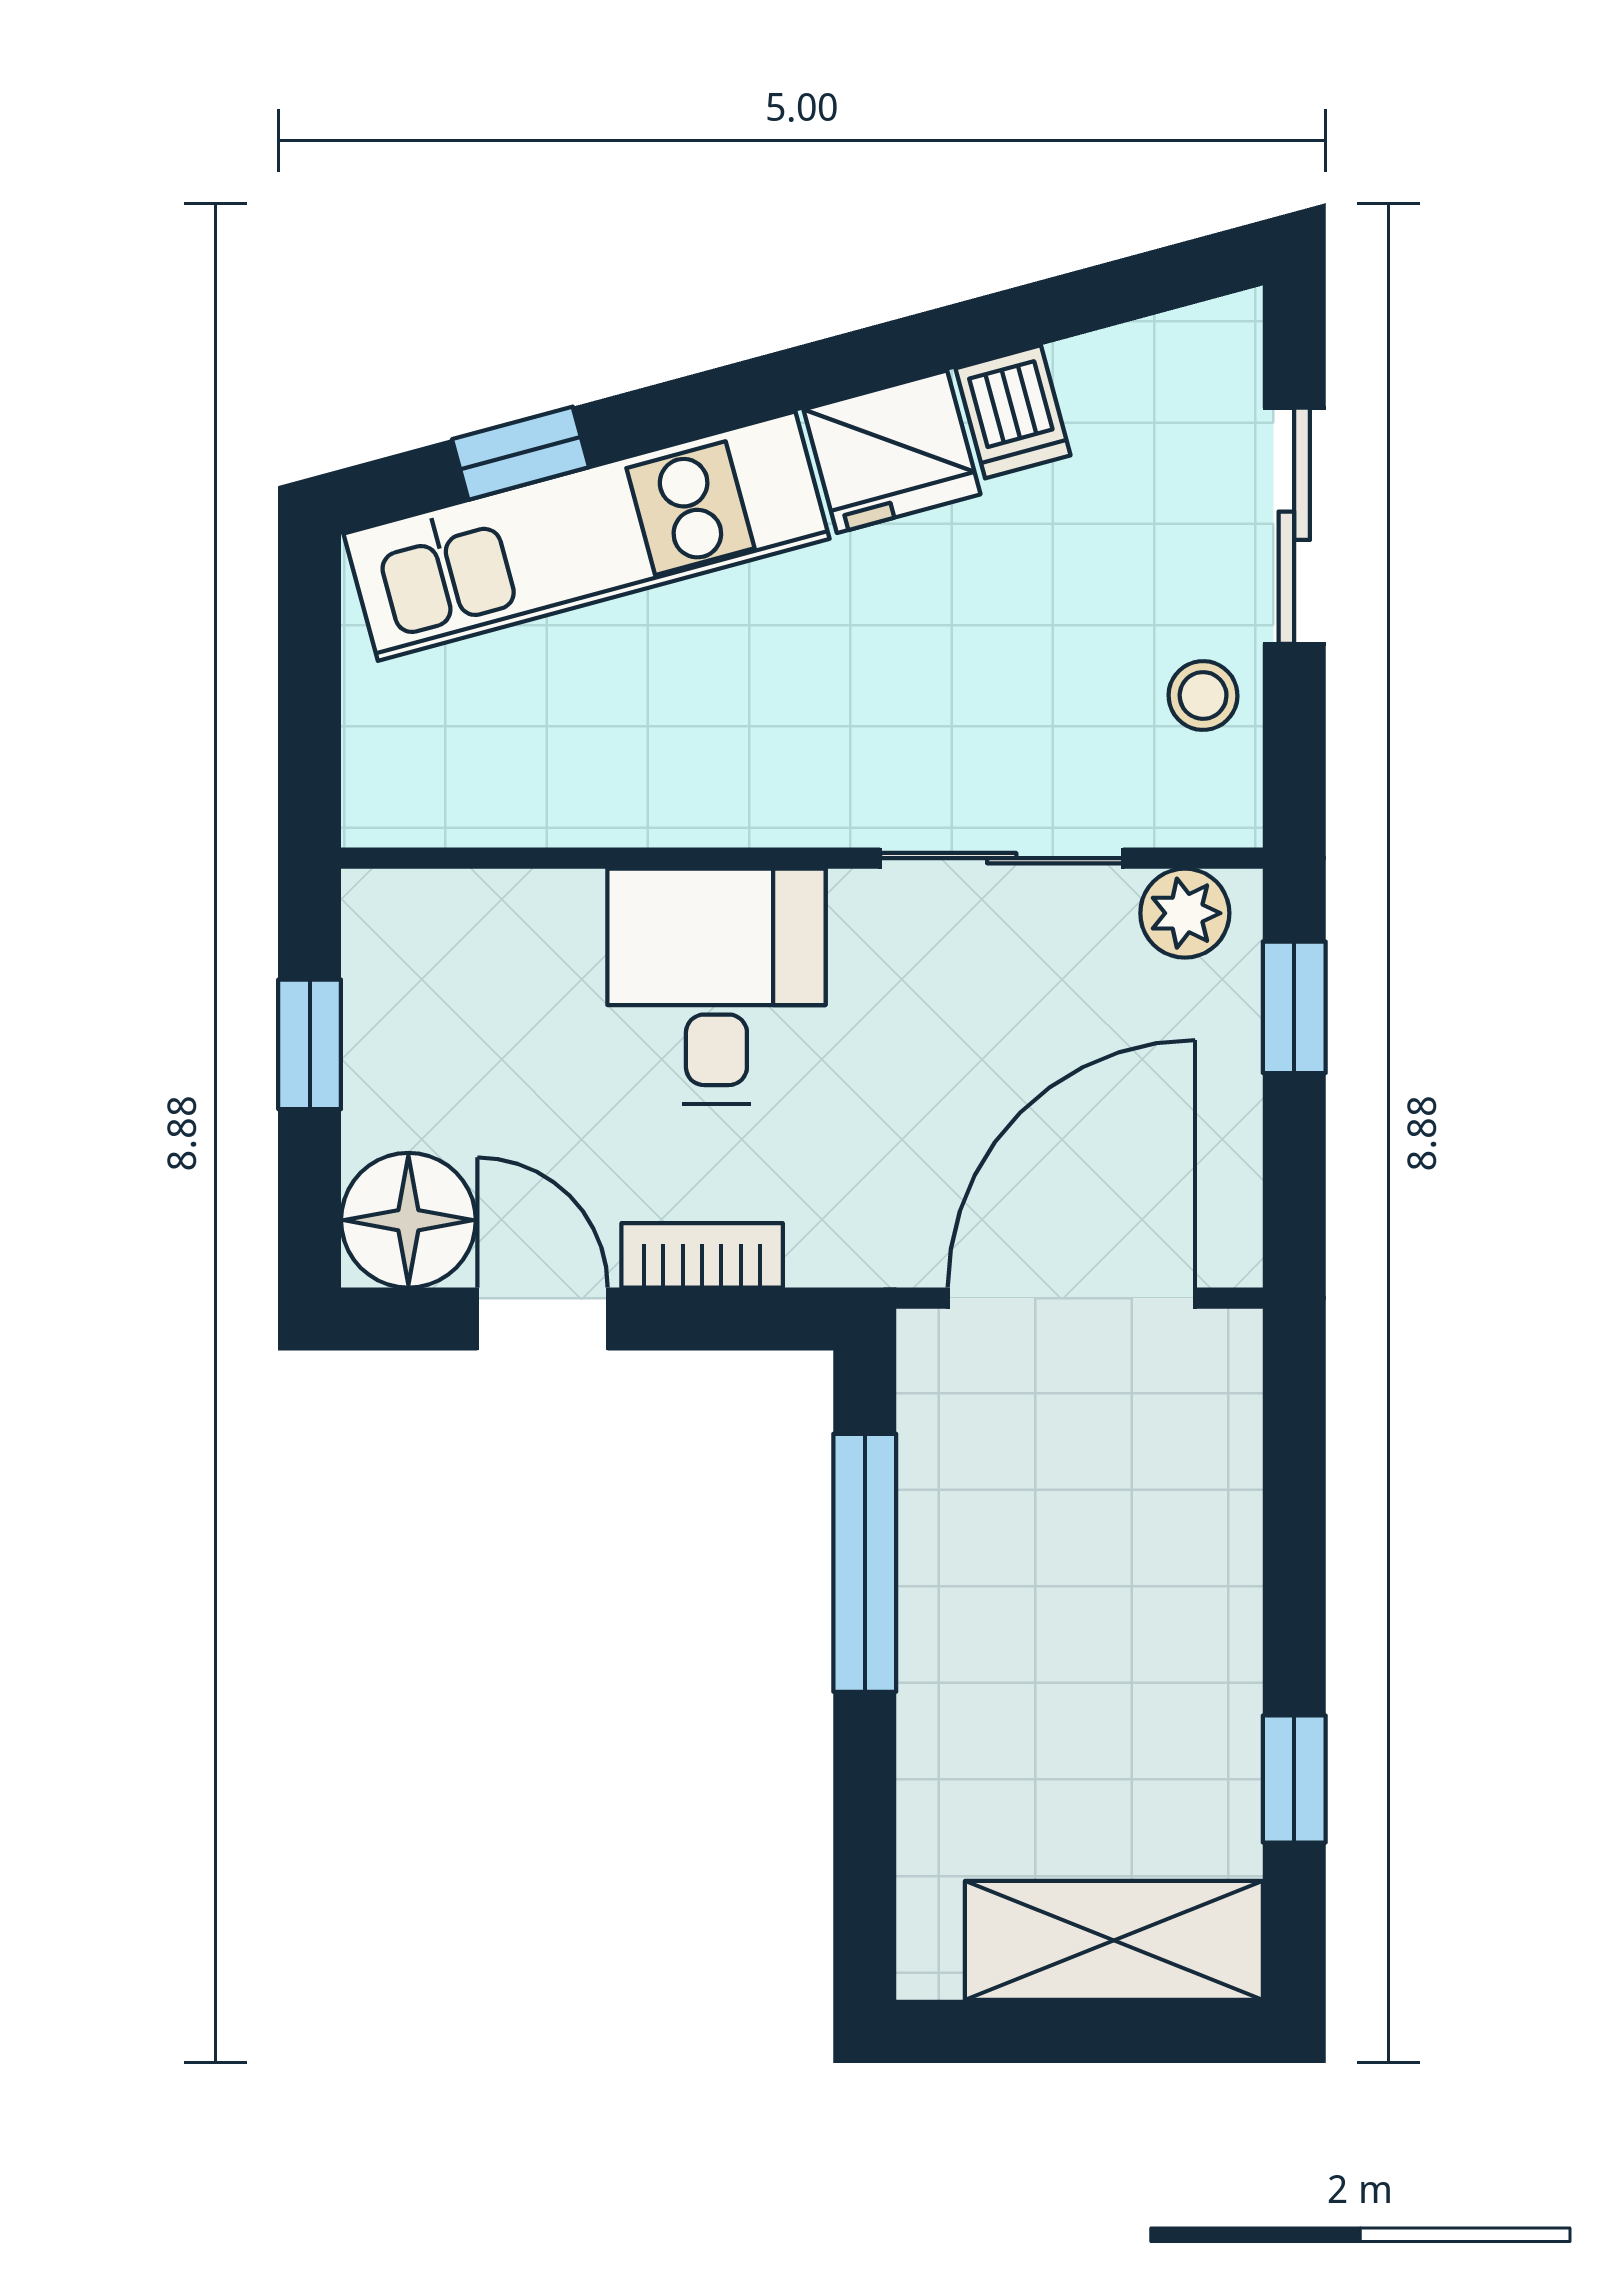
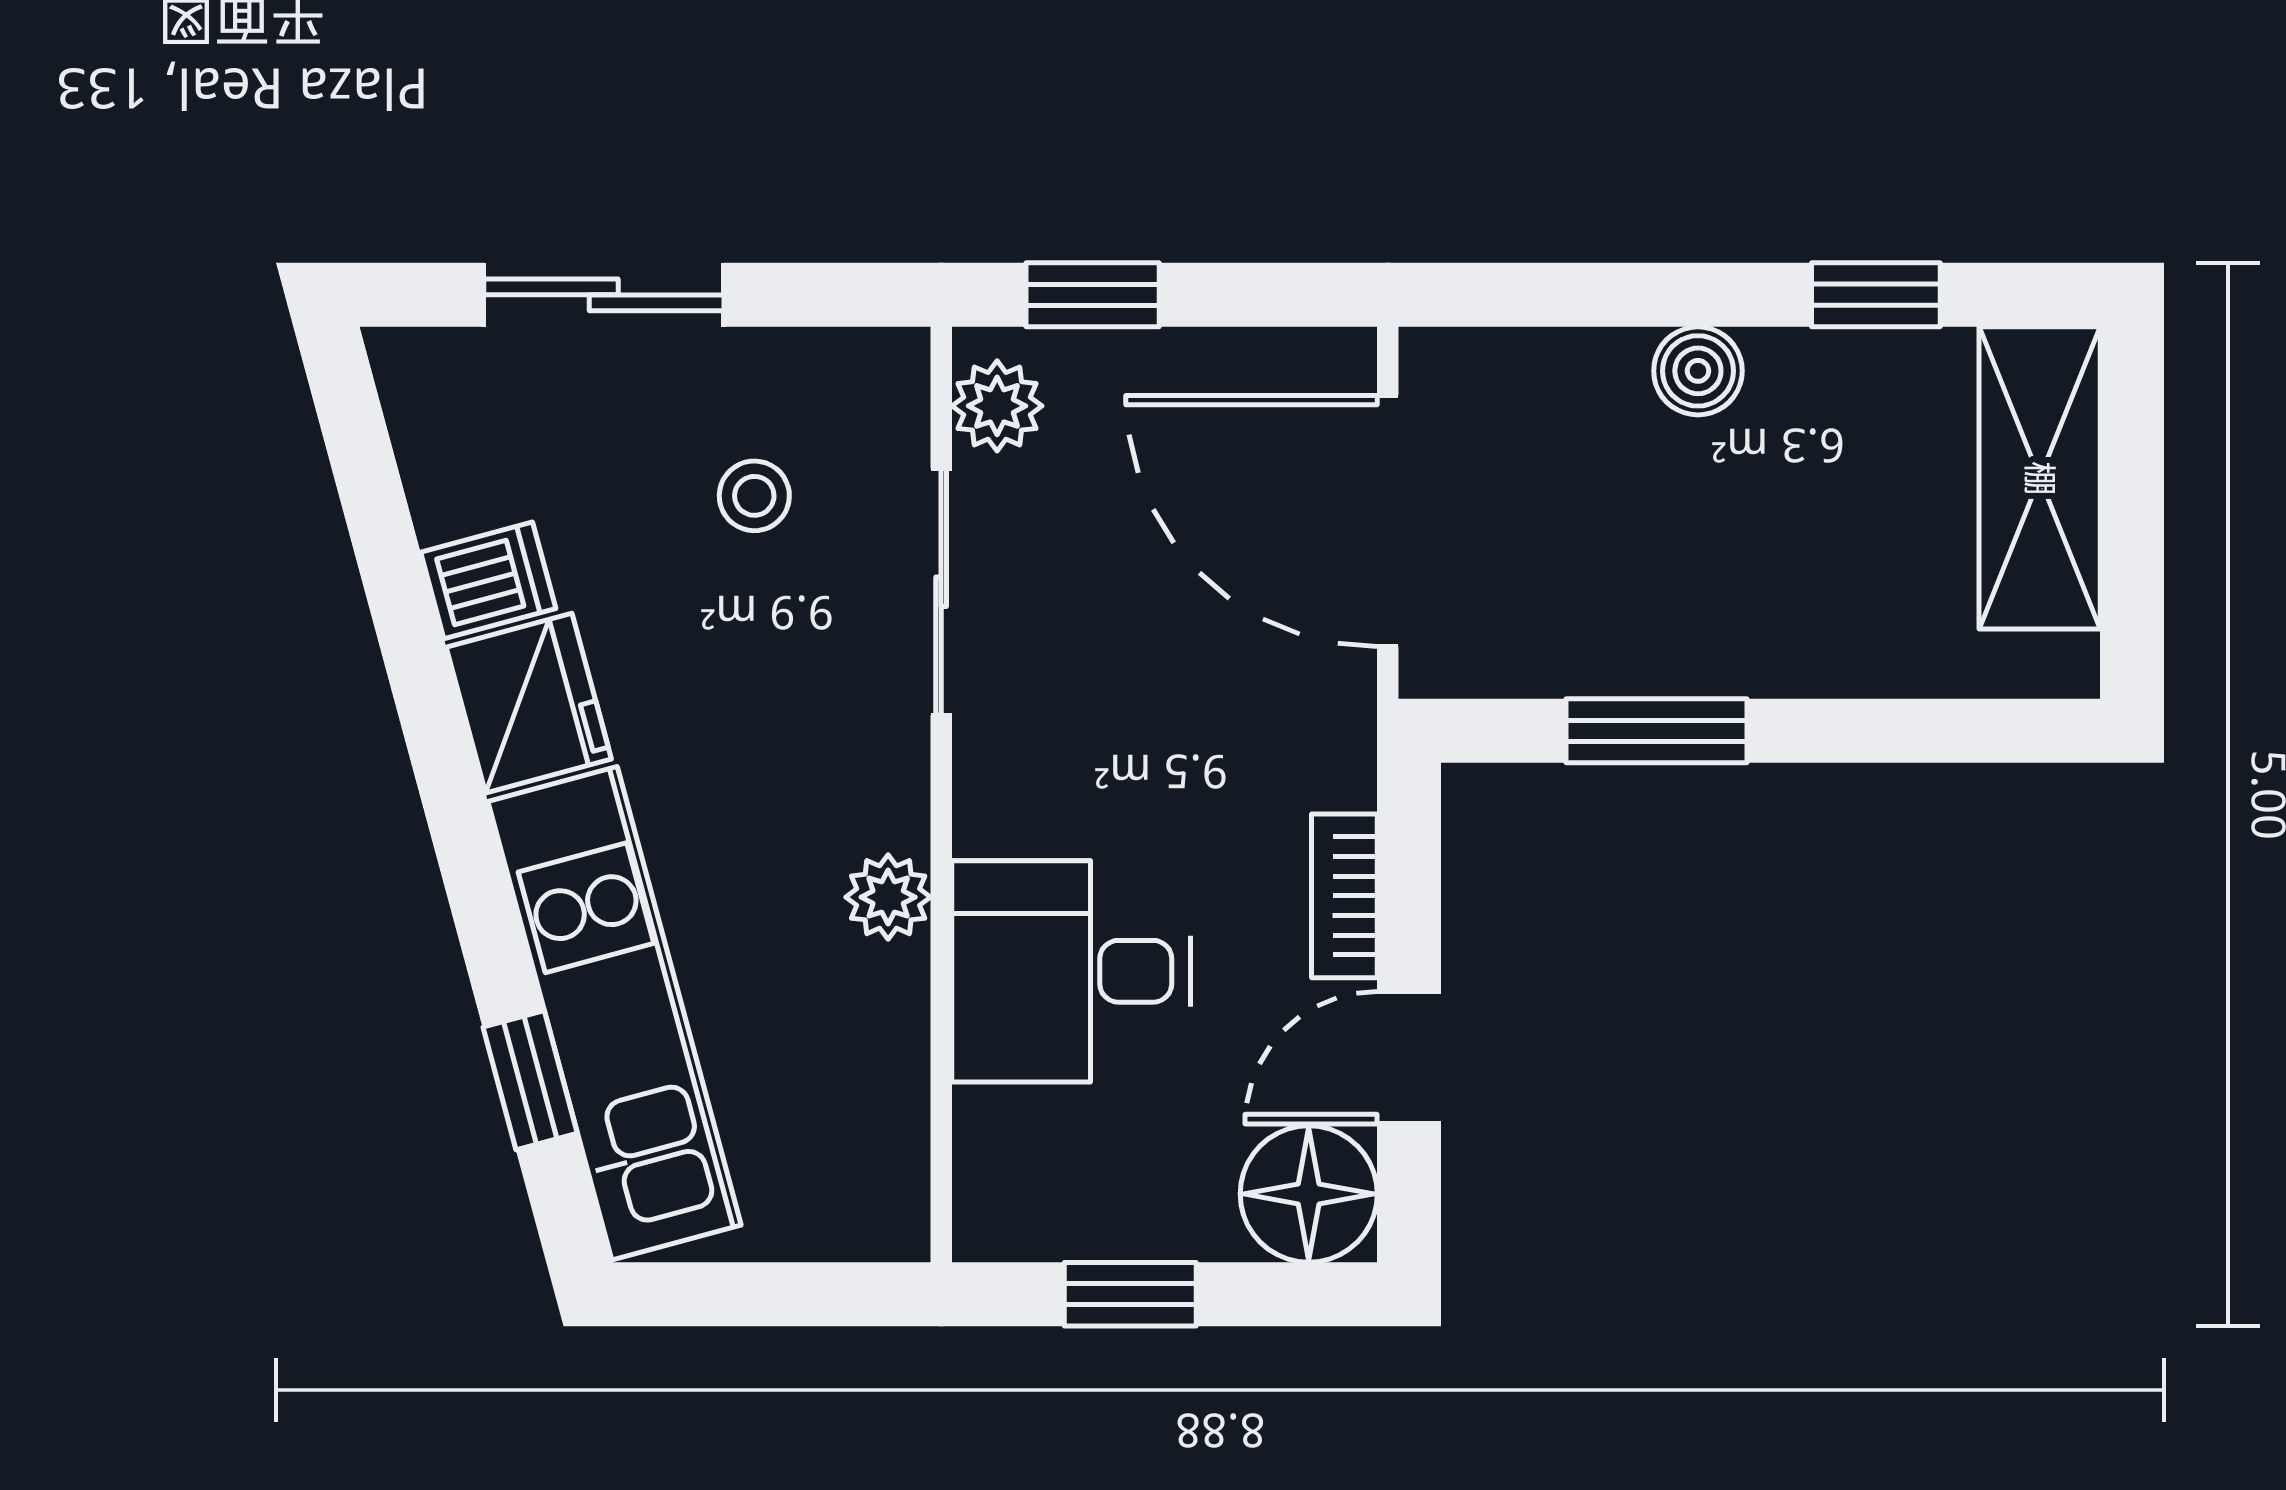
stool: (1203, 695) -> (754, 496), moved
plant: (701, 806) -> (888, 897), added
desk: (716, 986) -> (1071, 971), moved
window: (865, 1563) -> (1656, 731), width x0.69
boiler: (1219, 1604) -> (1698, 371), added

